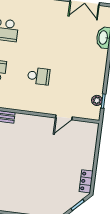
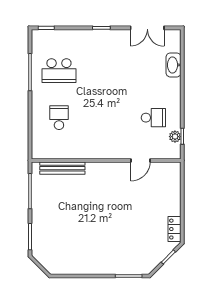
school desk: (39, 76) -> (153, 118), moved

